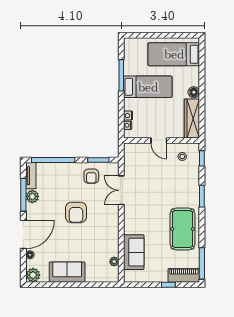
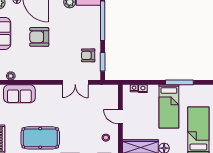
door: (159, 140) -> (120, 117), hinge flipped
double door: (121, 190) -> (75, 82), swing flipped
armchair: (76, 212) -> (39, 37), moved

